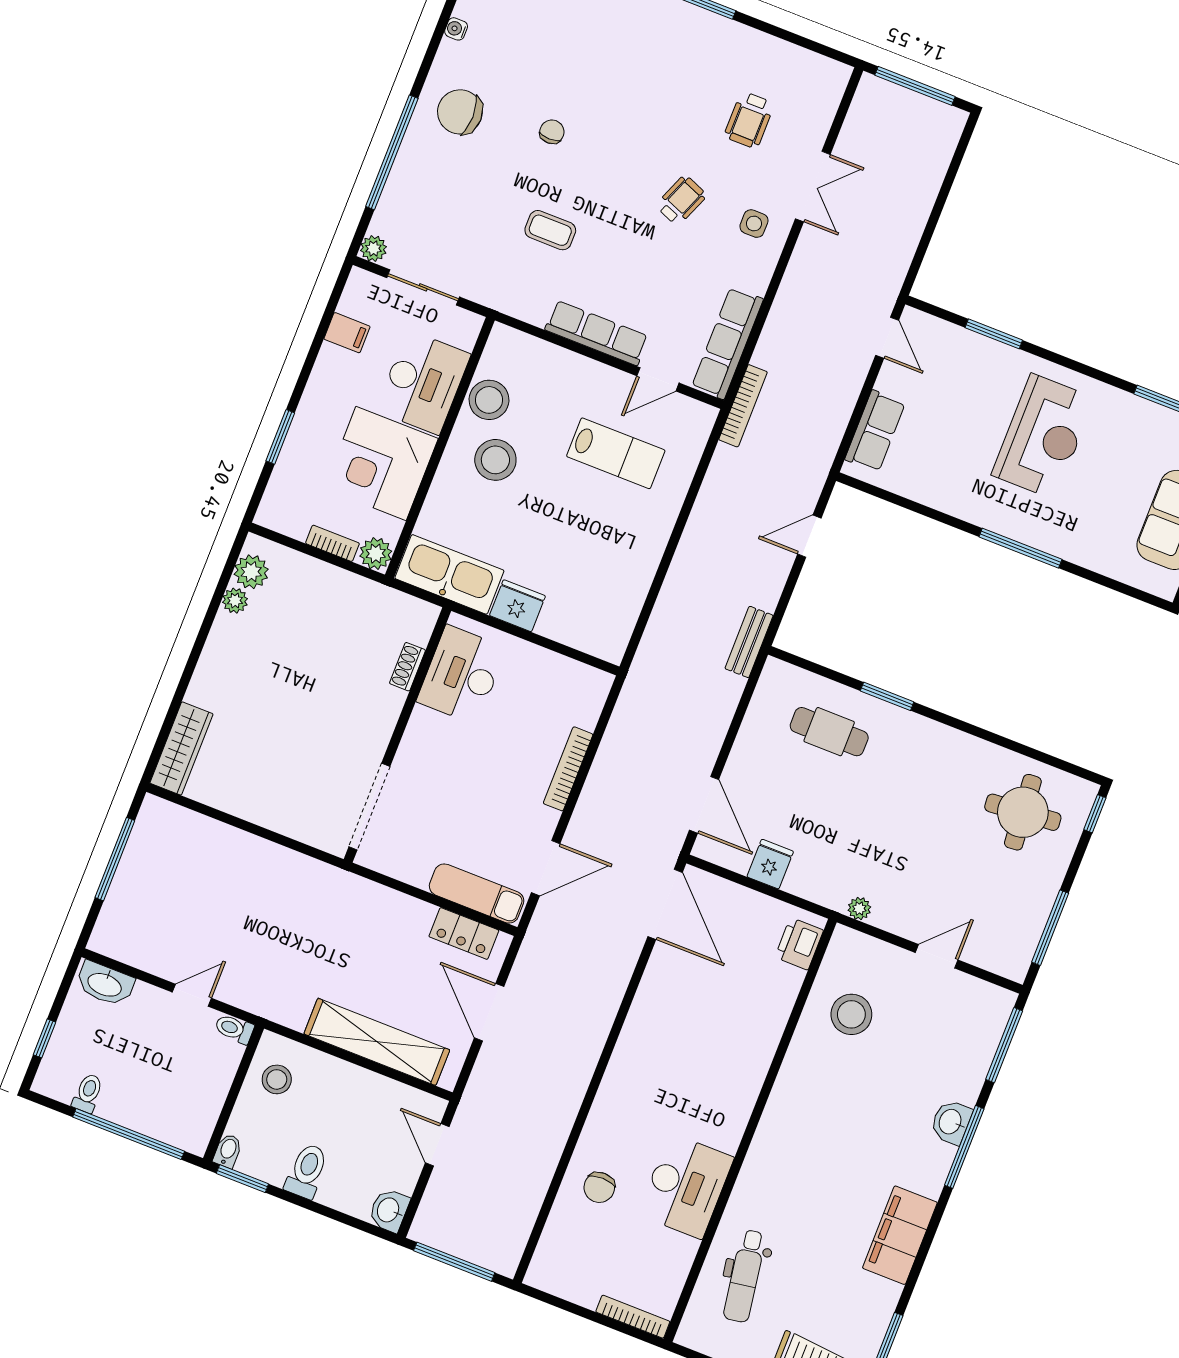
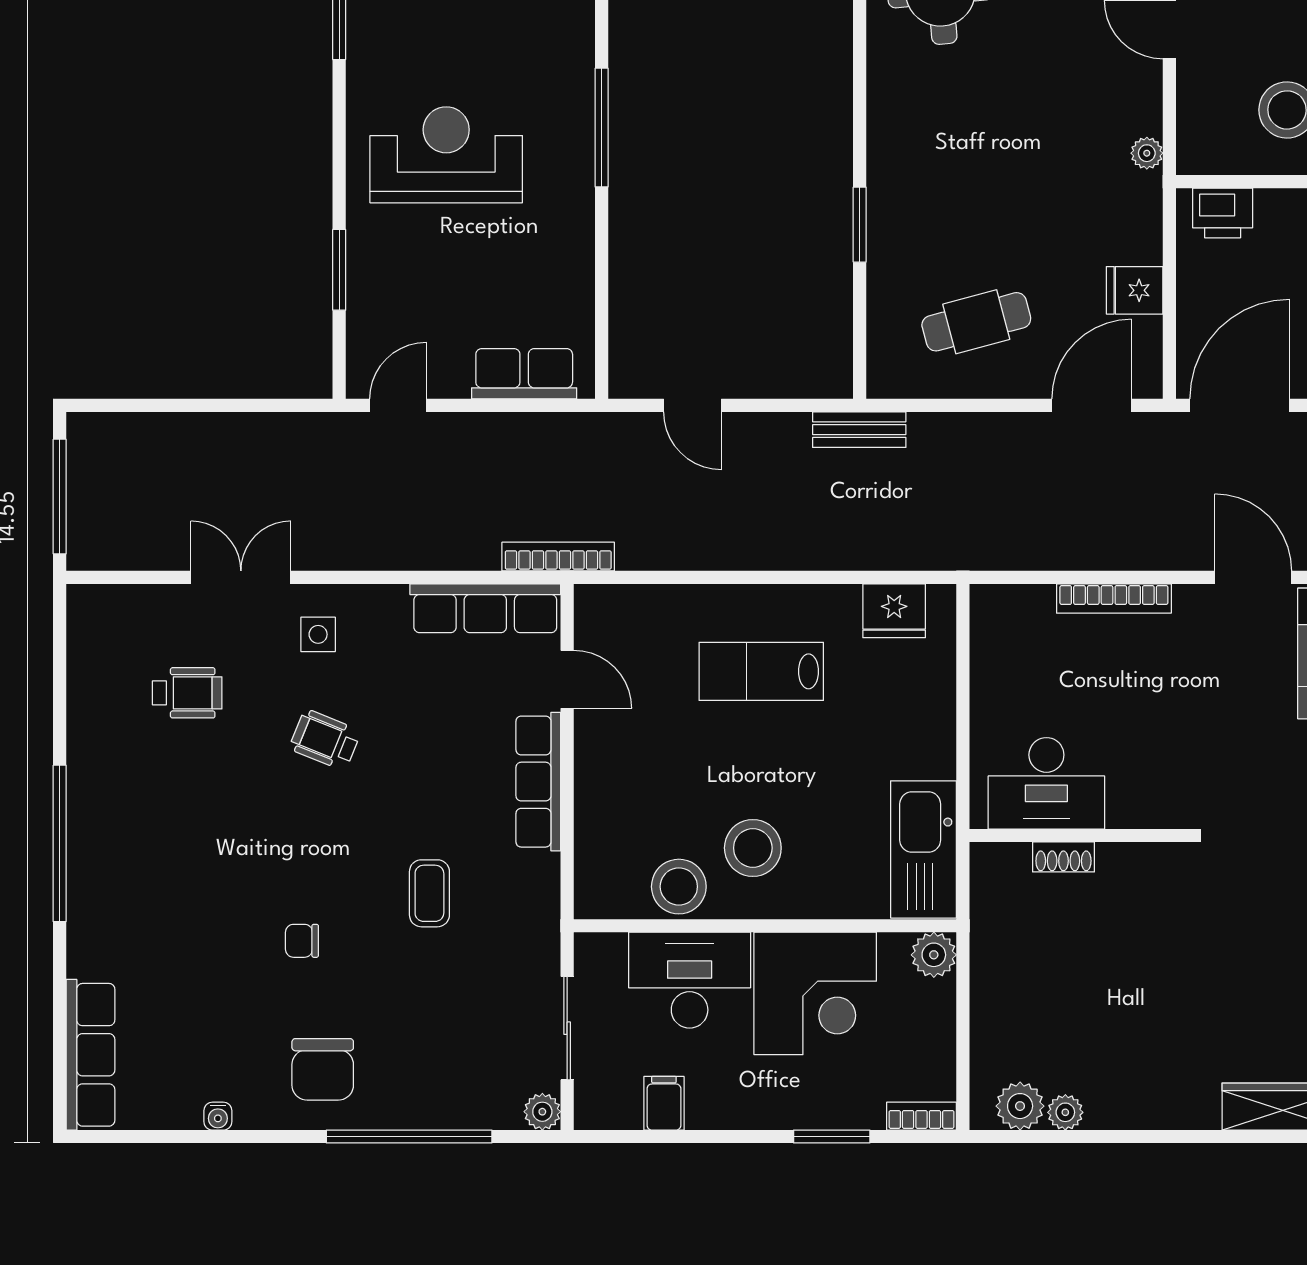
lab bench: (616, 453) -> (761, 671), moved, turned -90
bookcase: (332, 543) -> (922, 1116), moved, turned 90
fridge: (517, 606) -> (894, 611), moved, turned -90
cafe table: (829, 732) -> (976, 322), moved, turned 75

